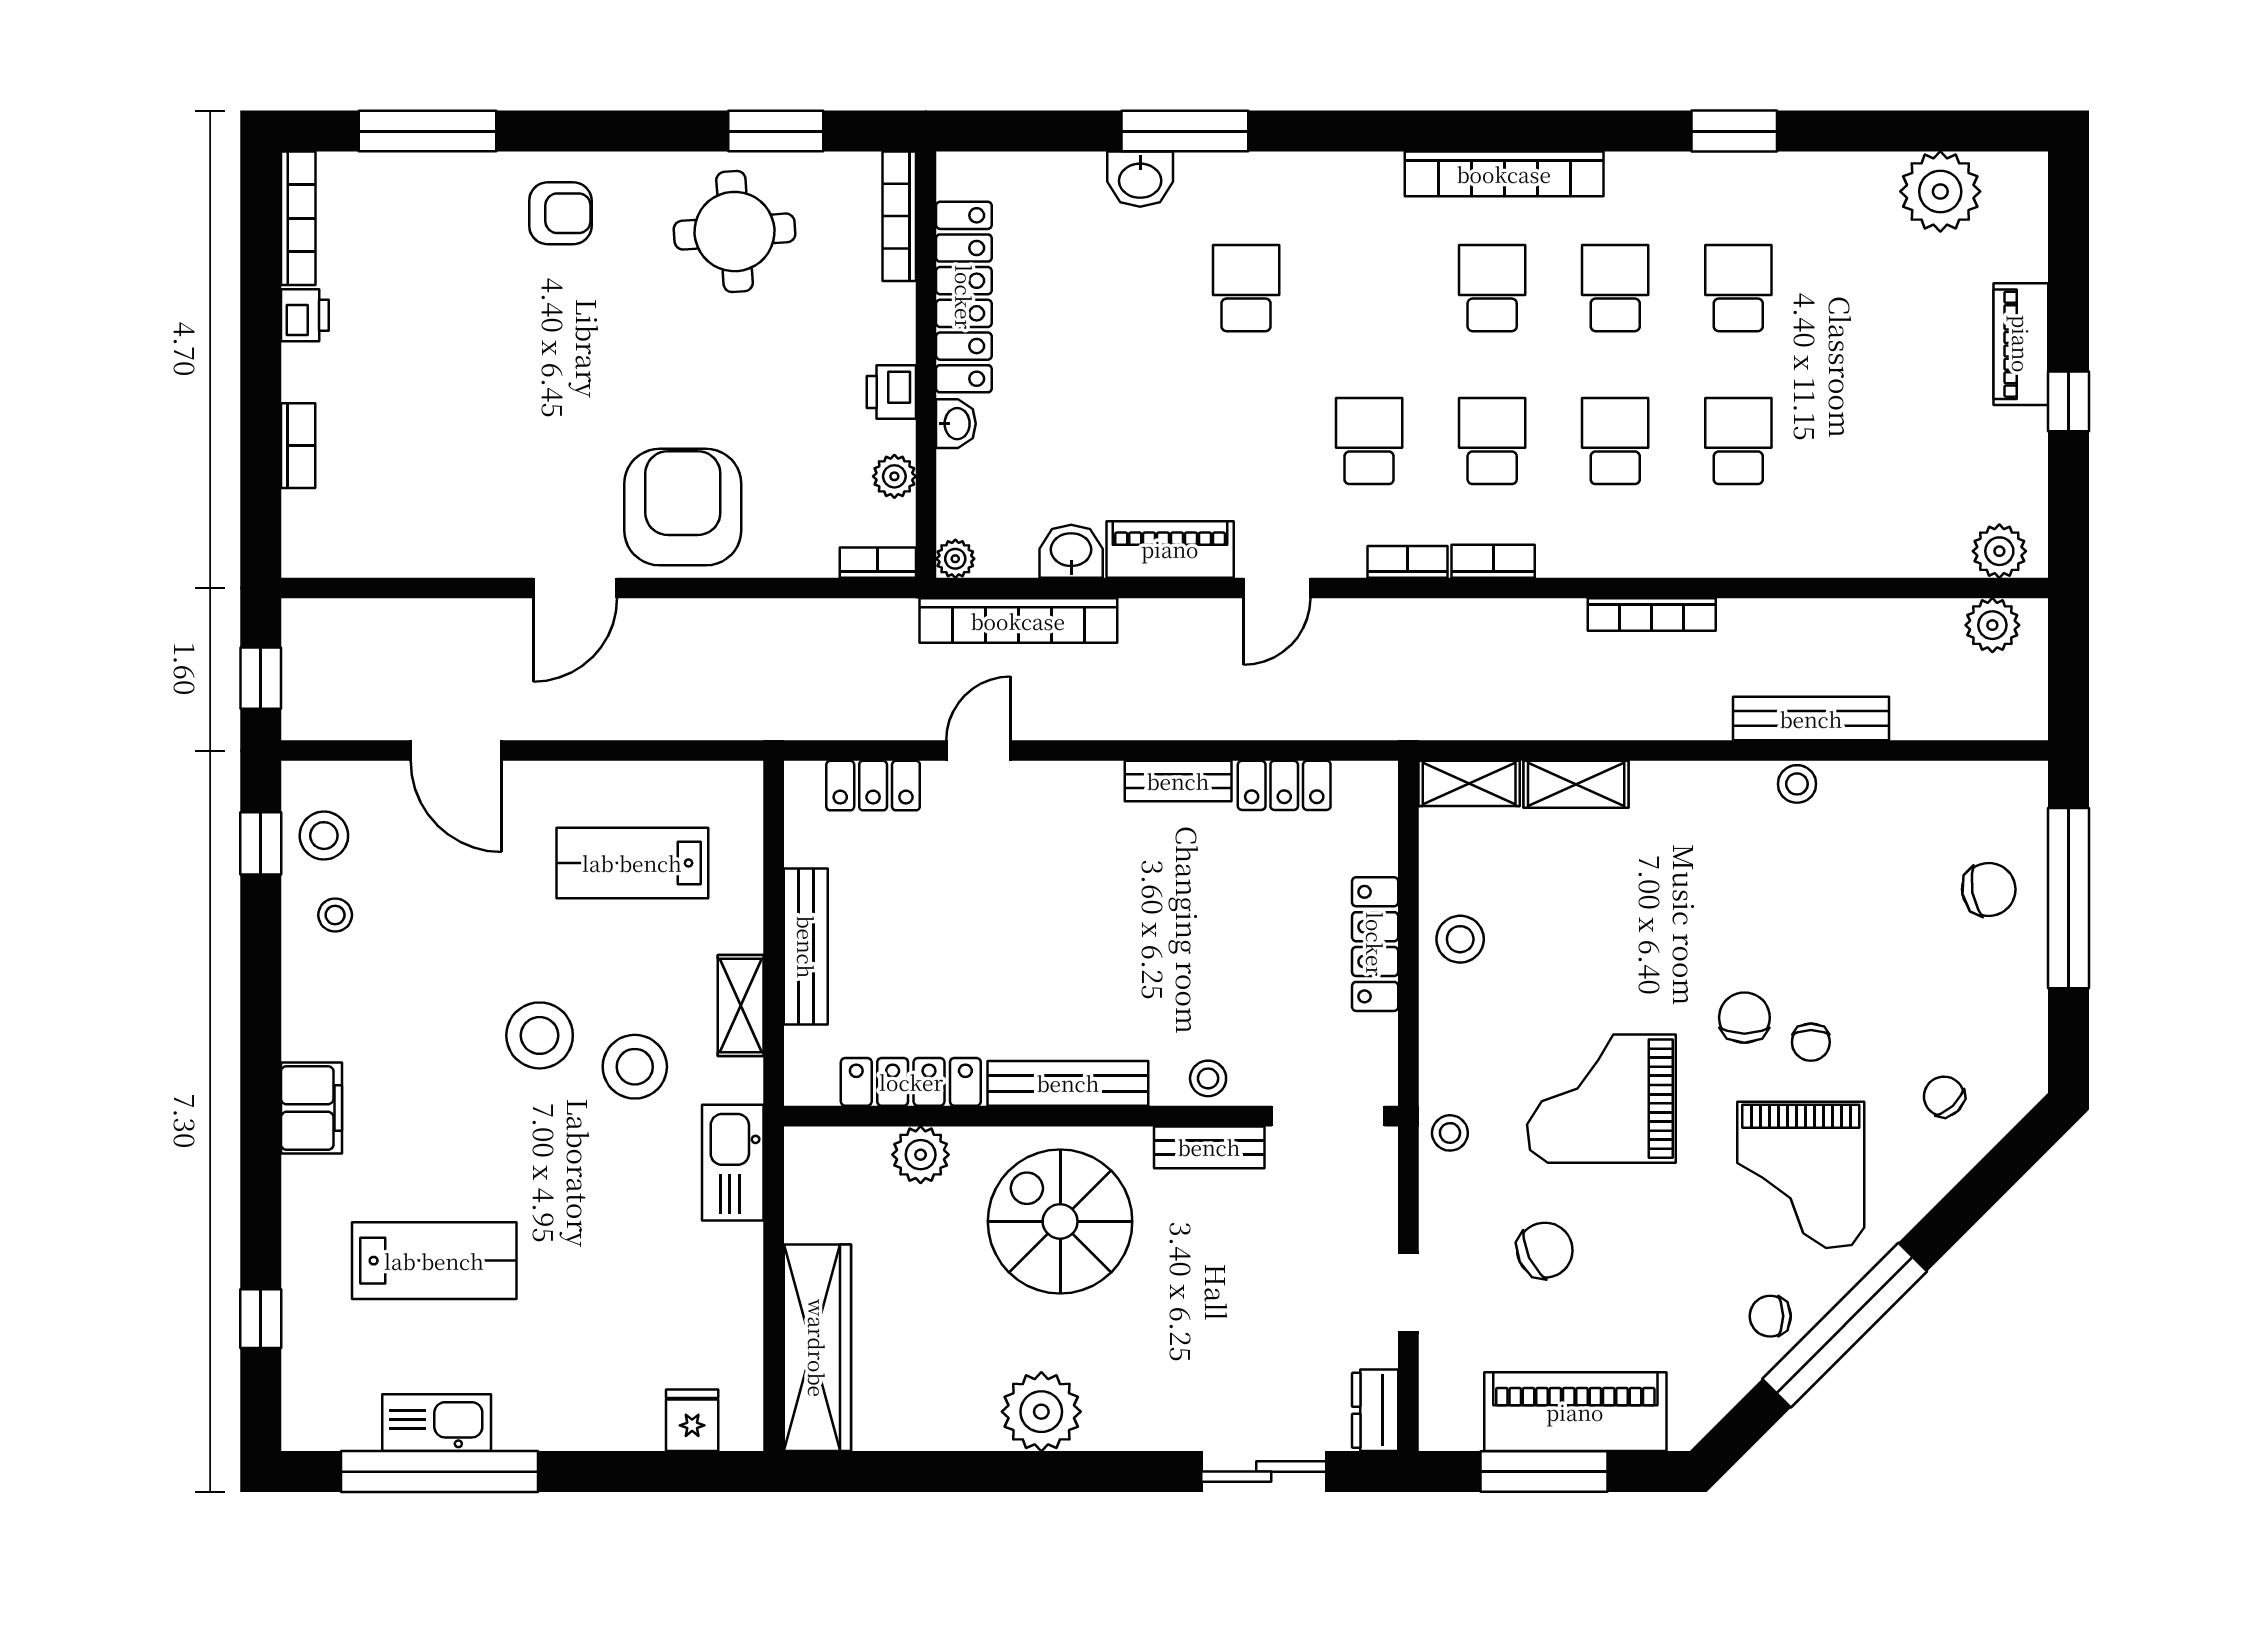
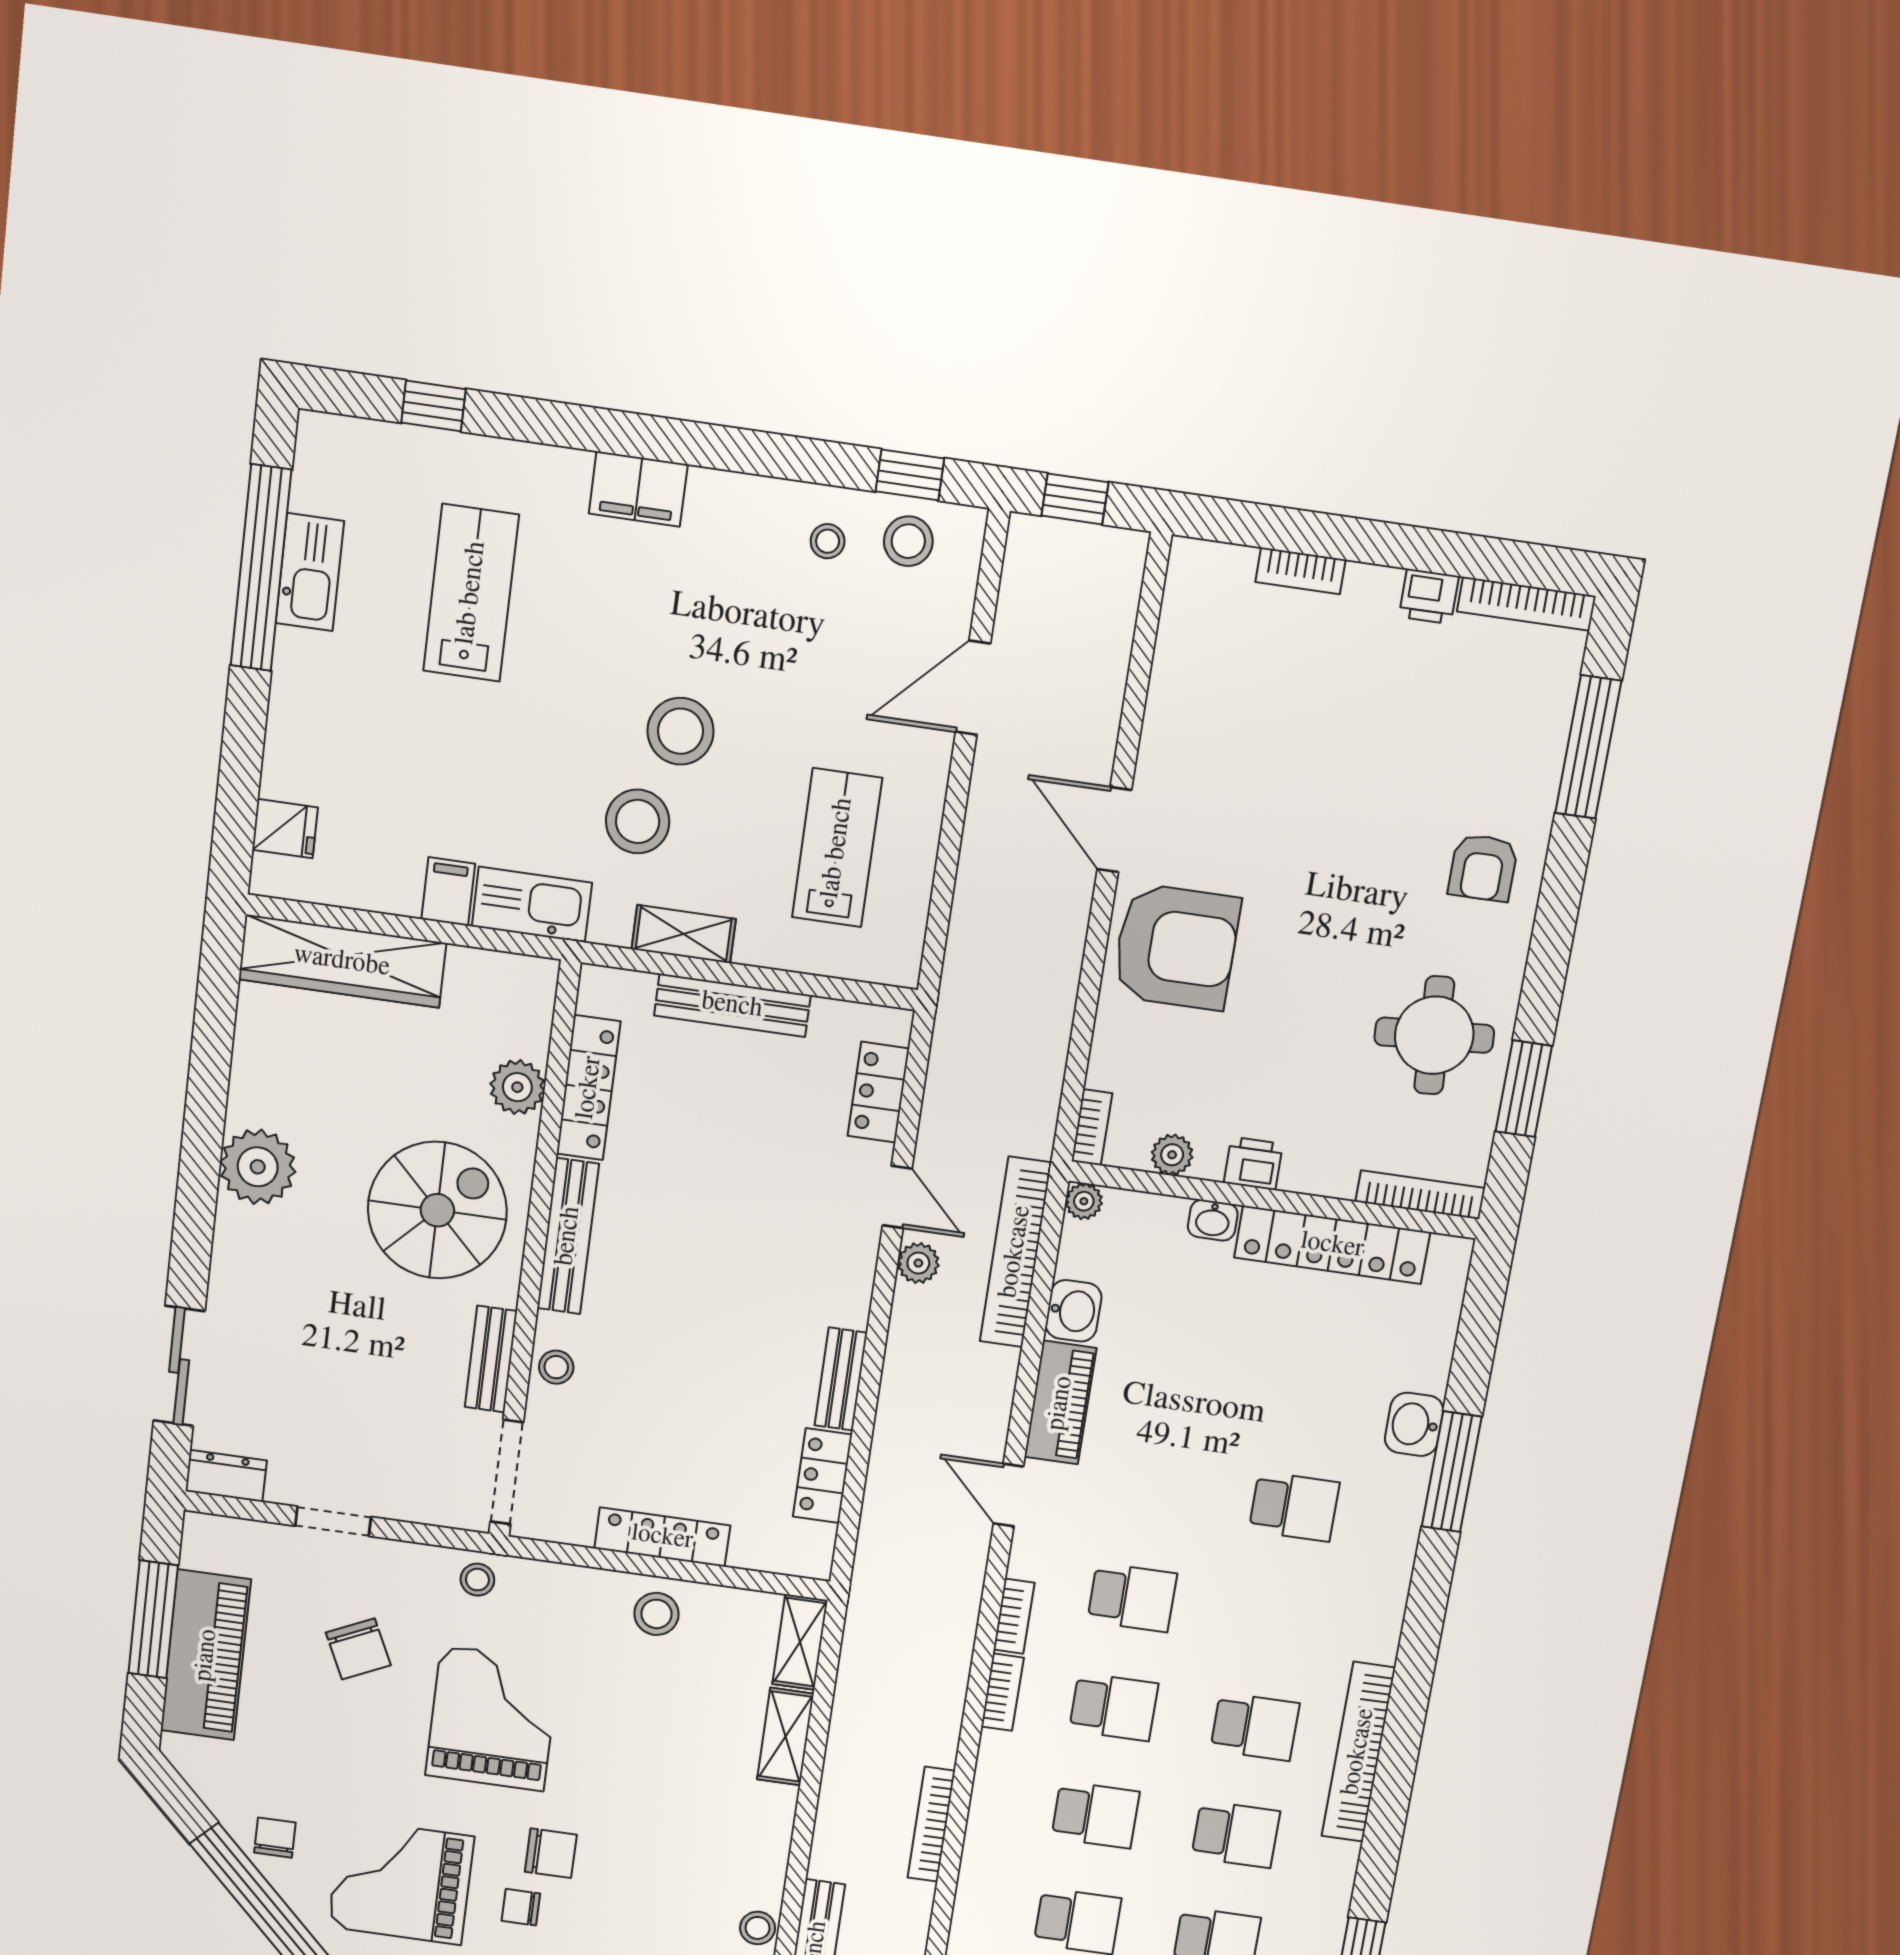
plant: (1044, 719) -> (918, 1263), added
filing cabinet: (732, 1249) -> (448, 891), added
lab bench: (434, 1261) -> (471, 593), turned 180

